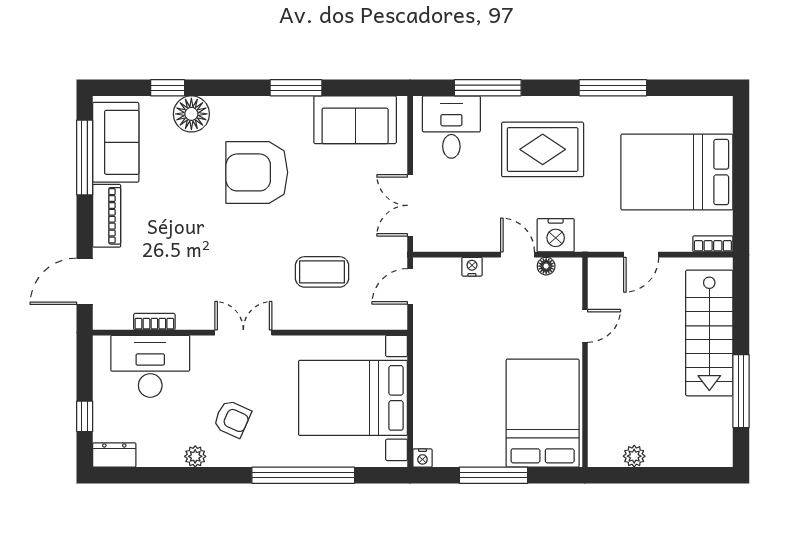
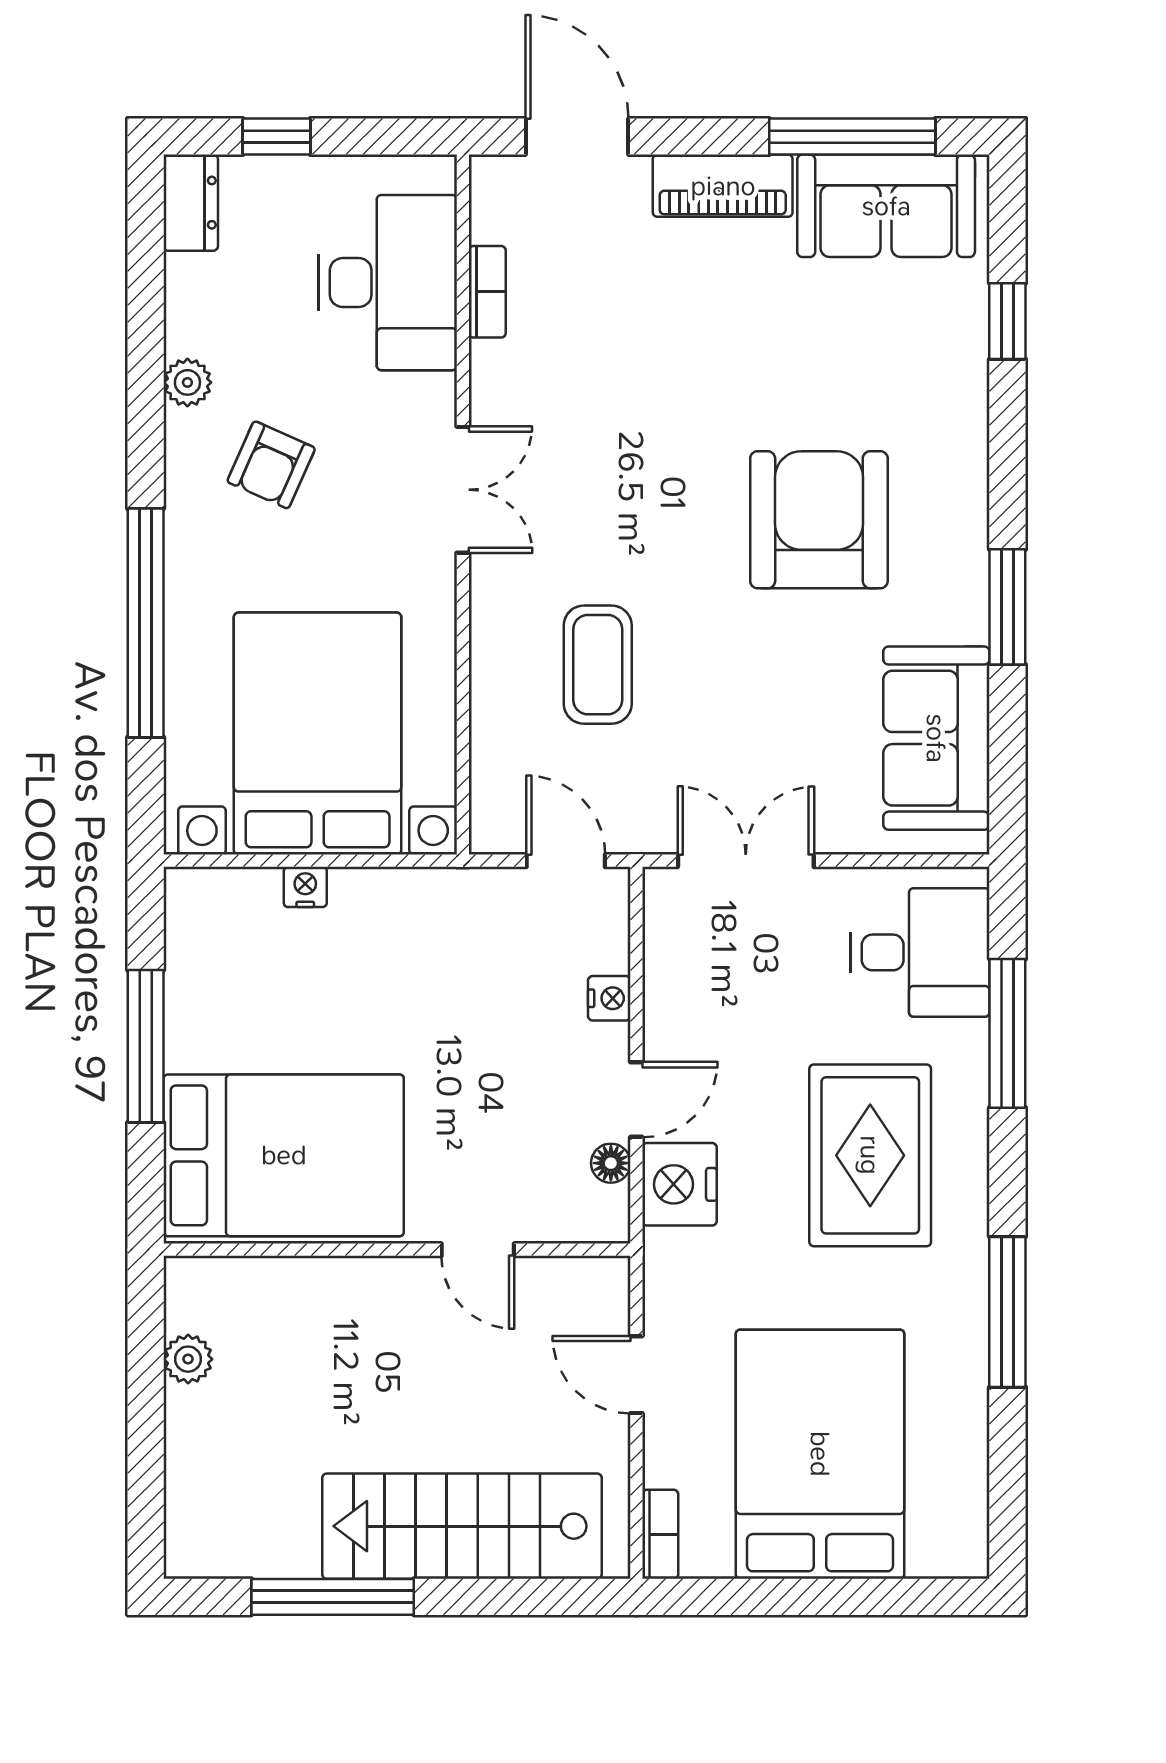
floor lamp: (191, 114) -> (949, 374), removed
nightstand: (422, 458) -> (305, 887), moved, turned 90

